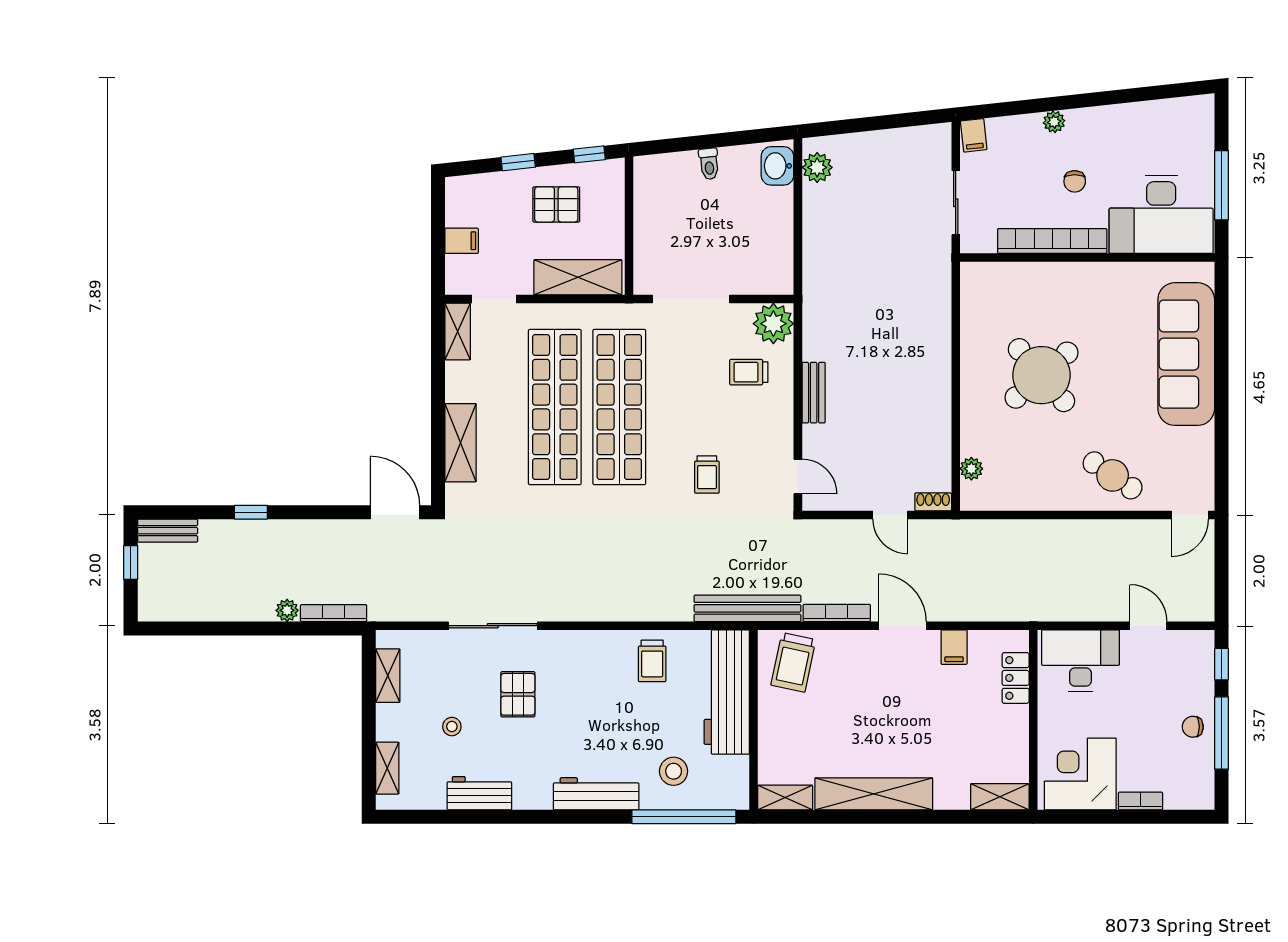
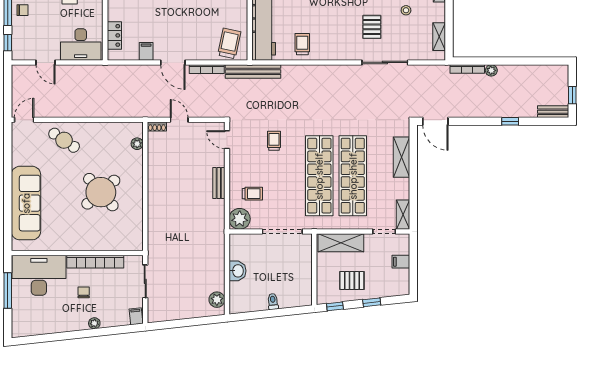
washbasin: (777, 166) -> (237, 271), moved

